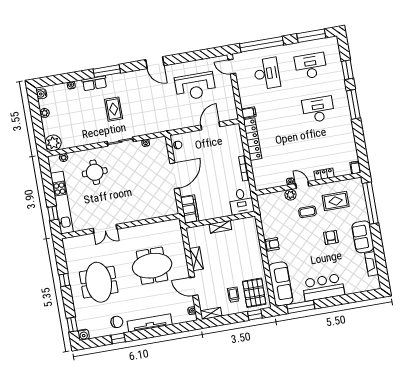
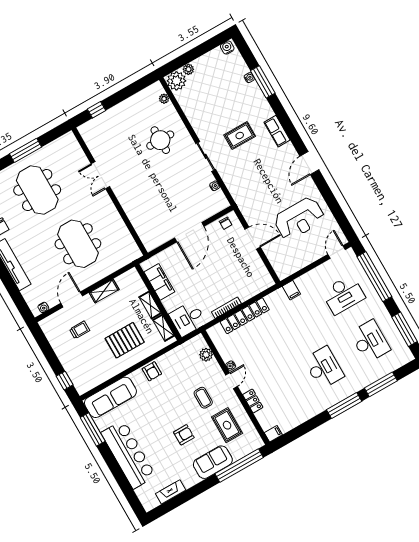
window: (347, 70) -> (381, 384), width x1.44
window: (107, 71) -> (263, 82), moved
row of seats: (94, 83) -> (277, 131), moved
reception desk: (195, 86) -> (299, 219), turned -90
plant: (45, 113) -> (188, 69), moved
door: (210, 126) -> (253, 238), moved
locker: (252, 139) -> (245, 316), moved
door: (175, 176) -> (189, 232), hinge flipped
plant: (290, 195) -> (206, 355), moved
kitchen unit: (62, 203) -> (112, 115), removed
filing cabinet: (190, 209) -> (159, 282), moved, turned -90
sofa: (363, 237) -> (213, 462), moved
window: (64, 280) -> (25, 150), width x2.17
meeting table: (99, 282) -> (37, 190), turned 90
bar counter: (323, 287) -> (128, 454), width x1.36
pallet: (254, 293) -> (125, 340), moved
trolley: (233, 295) -> (80, 330), moved
shelving: (211, 313) -> (164, 328), moved

